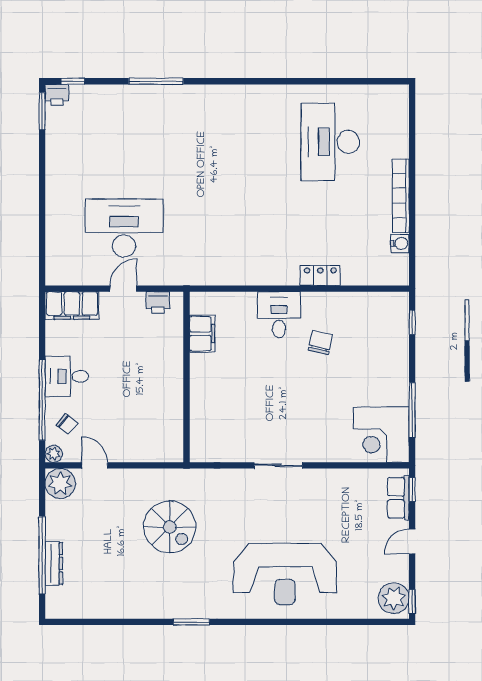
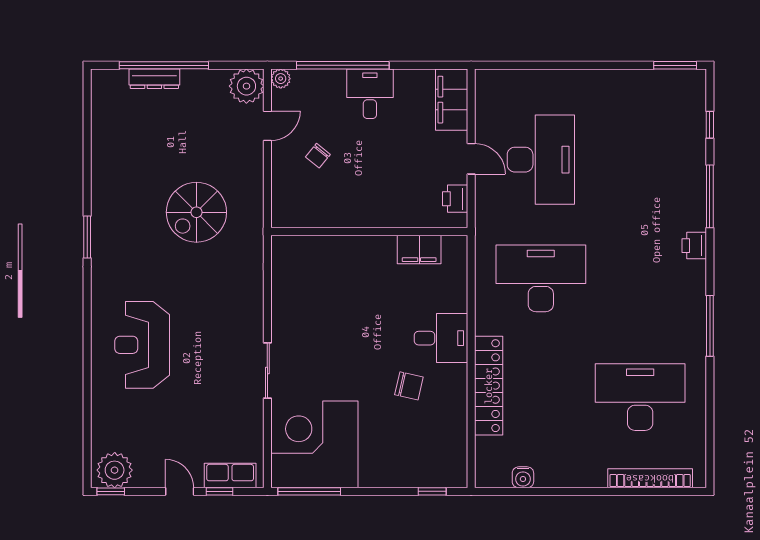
window: (73, 81) -> (710, 125), moved
window: (268, 81) -> (710, 326), added
printer: (57, 95) -> (694, 246), moved
bookcase: (401, 196) -> (650, 478), moved
desk: (227, 228) -> (541, 278), added
locker: (320, 275) -> (489, 386), width x2.16, depth x1.21
window: (412, 410) -> (309, 491), moved
chair: (67, 424) -> (318, 156), moved
corner desk: (381, 435) -> (314, 444), width x1.36, depth x1.36
sliding door: (278, 465) -> (267, 370), moved
window: (412, 489) -> (220, 491), moved
reception desk: (285, 574) -> (142, 345), width x0.74, depth x0.77

